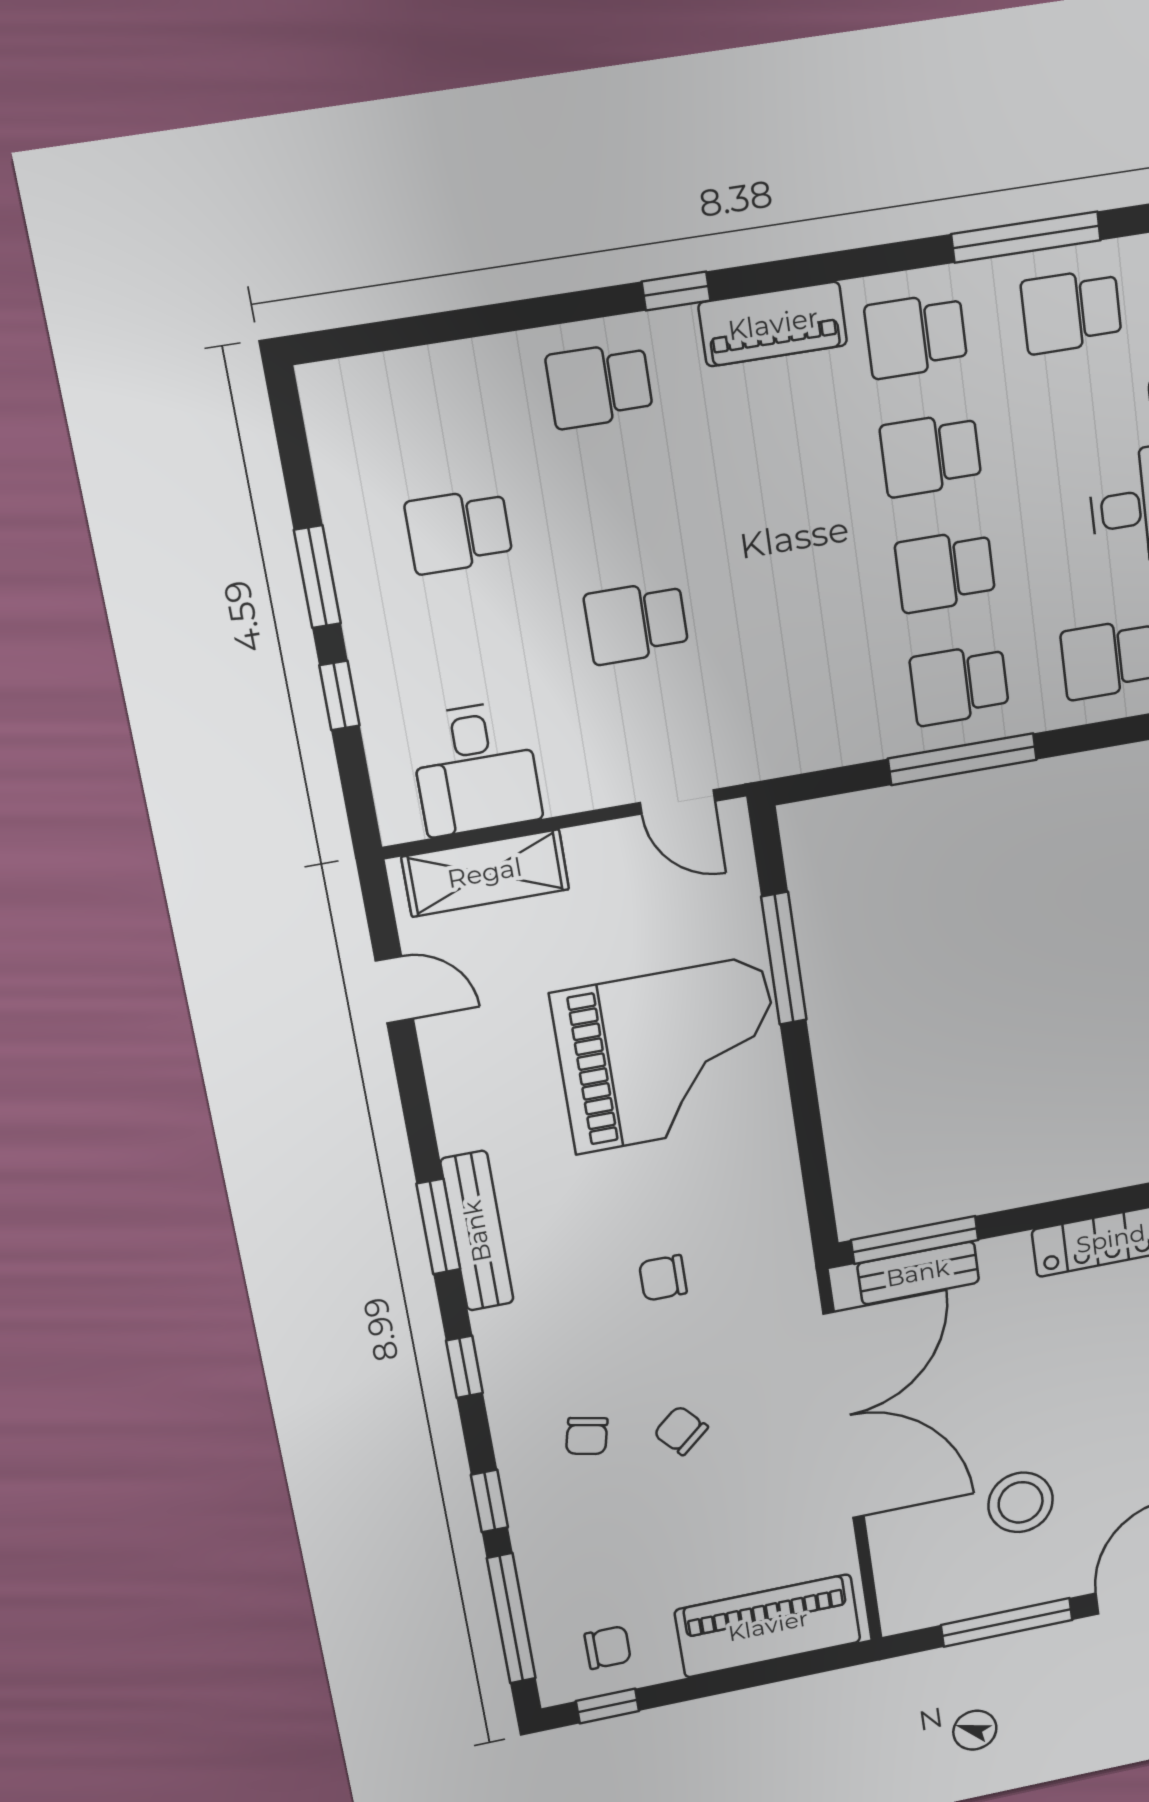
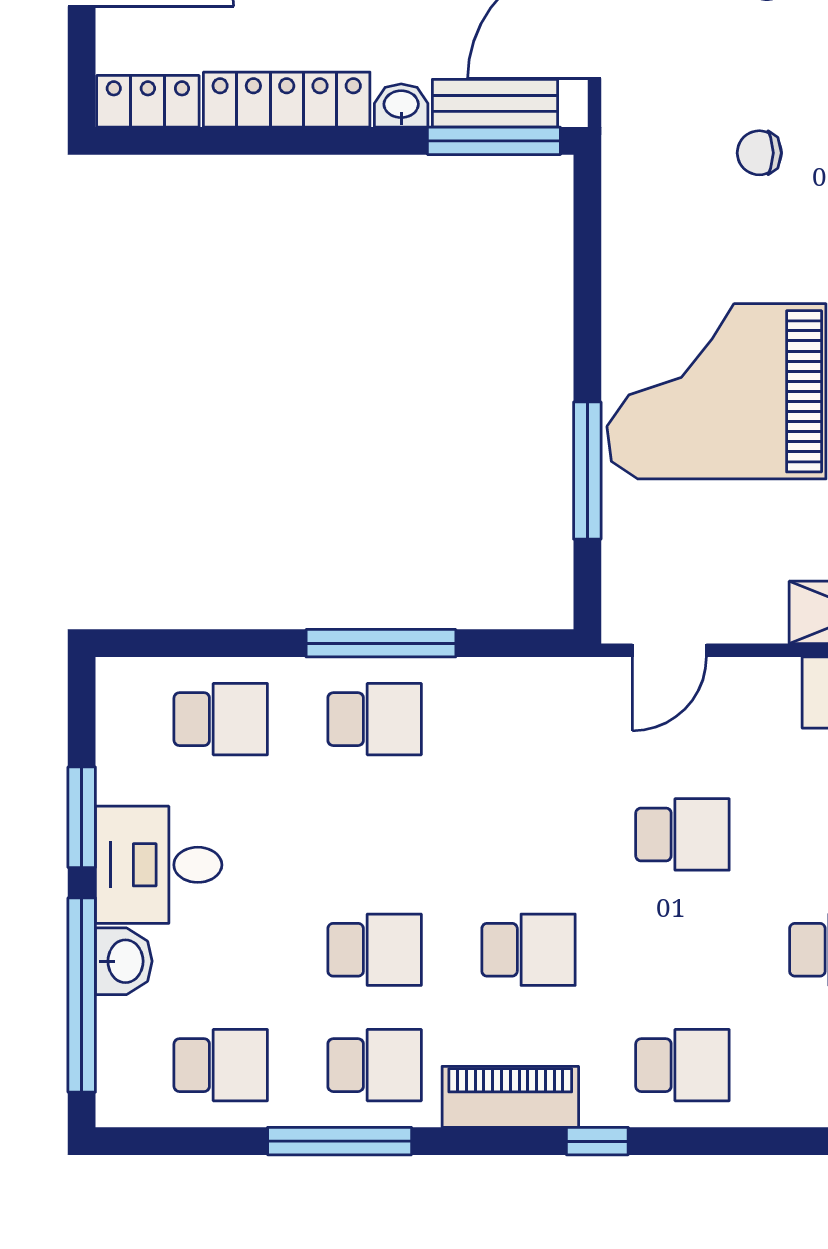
window: (1026, 237) -> (340, 1141), moved
school desk: (945, 571) -> (529, 950), moved
door: (677, 802) -> (669, 650), swing flipped
washbasin: (1005, 1254) -> (401, 105), added
chair: (663, 1278) -> (759, 153), turned 180

